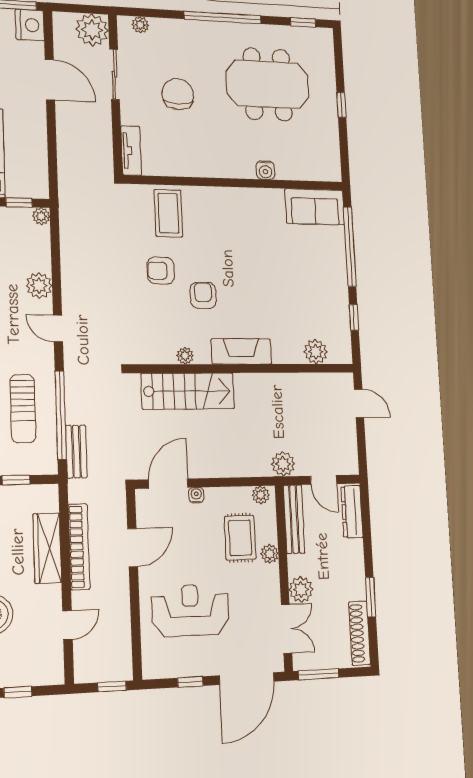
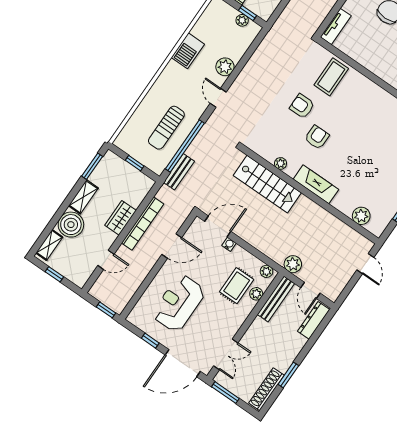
plant: (41, 216) -> (242, 20), moved
wardrobe: (47, 548) -> (121, 218), width x0.67
plant: (270, 554) -> (256, 294), moved
plant: (301, 590) -> (250, 340), removed
reception desk: (190, 610) -> (179, 303), turned -90

